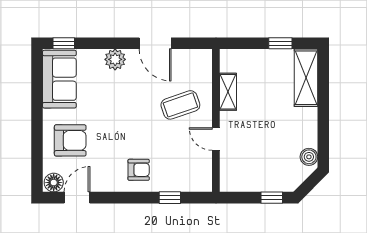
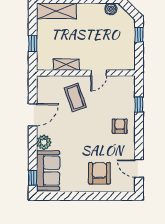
window: (280, 43) -> (33, 44), moved
sofa: (59, 79) -> (48, 171), moved, turned 90
floor lamp: (54, 183) -> (129, 185), removed

